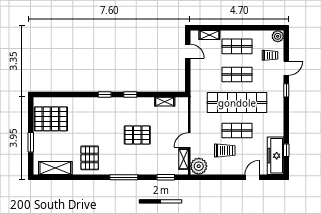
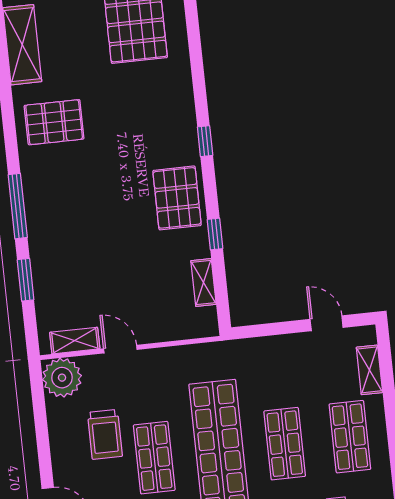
door: (188, 51) -> (327, 323), swing flipped
window: (130, 95) -> (215, 234), moved
pallet: (137, 135) -> (177, 198), moved
window: (166, 177) -> (26, 280), moved

